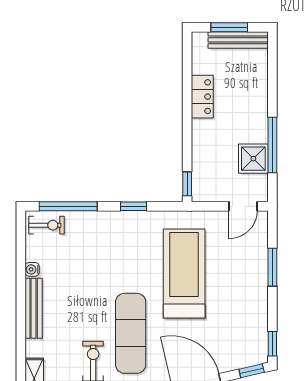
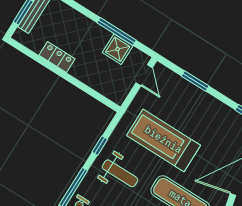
window: (187, 184) -> (107, 102), removed
weight bench: (117, 248) -> (120, 173), added

